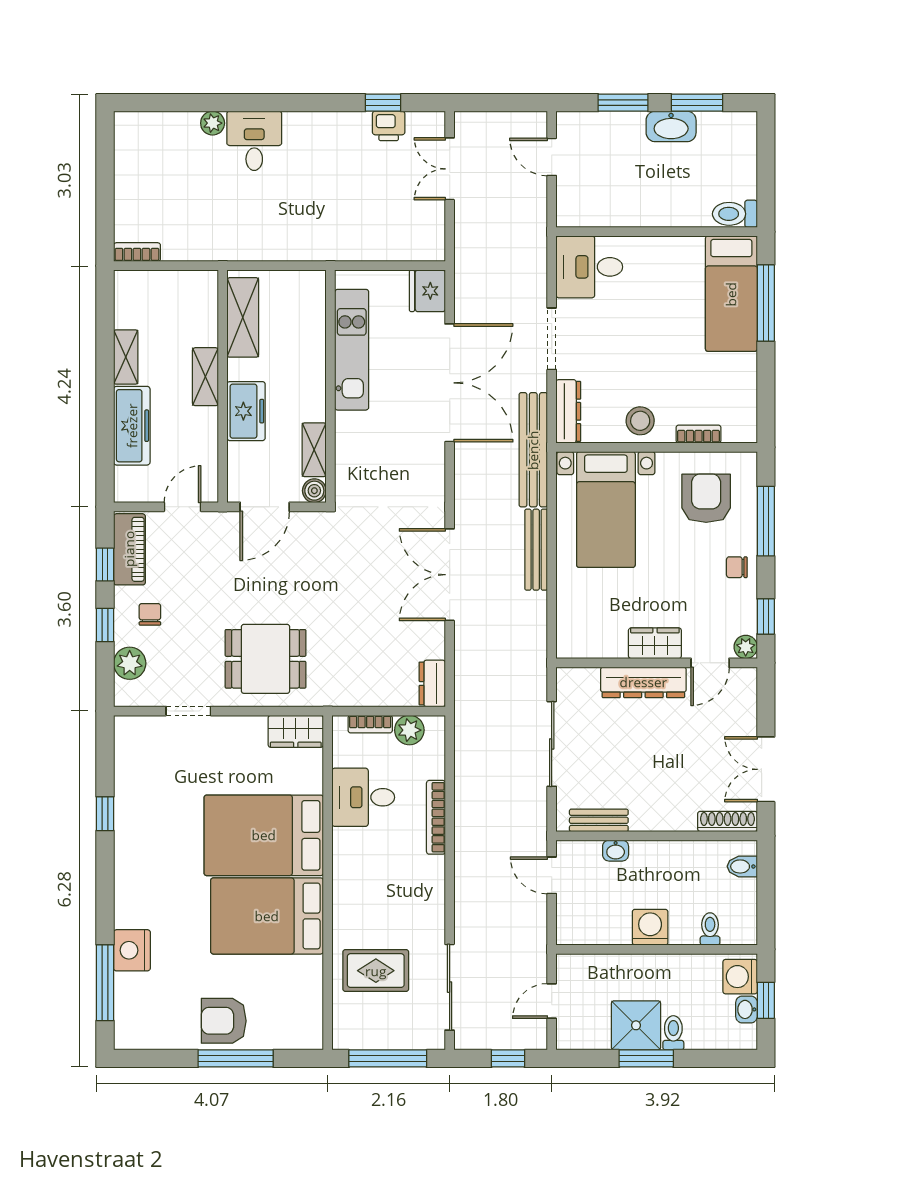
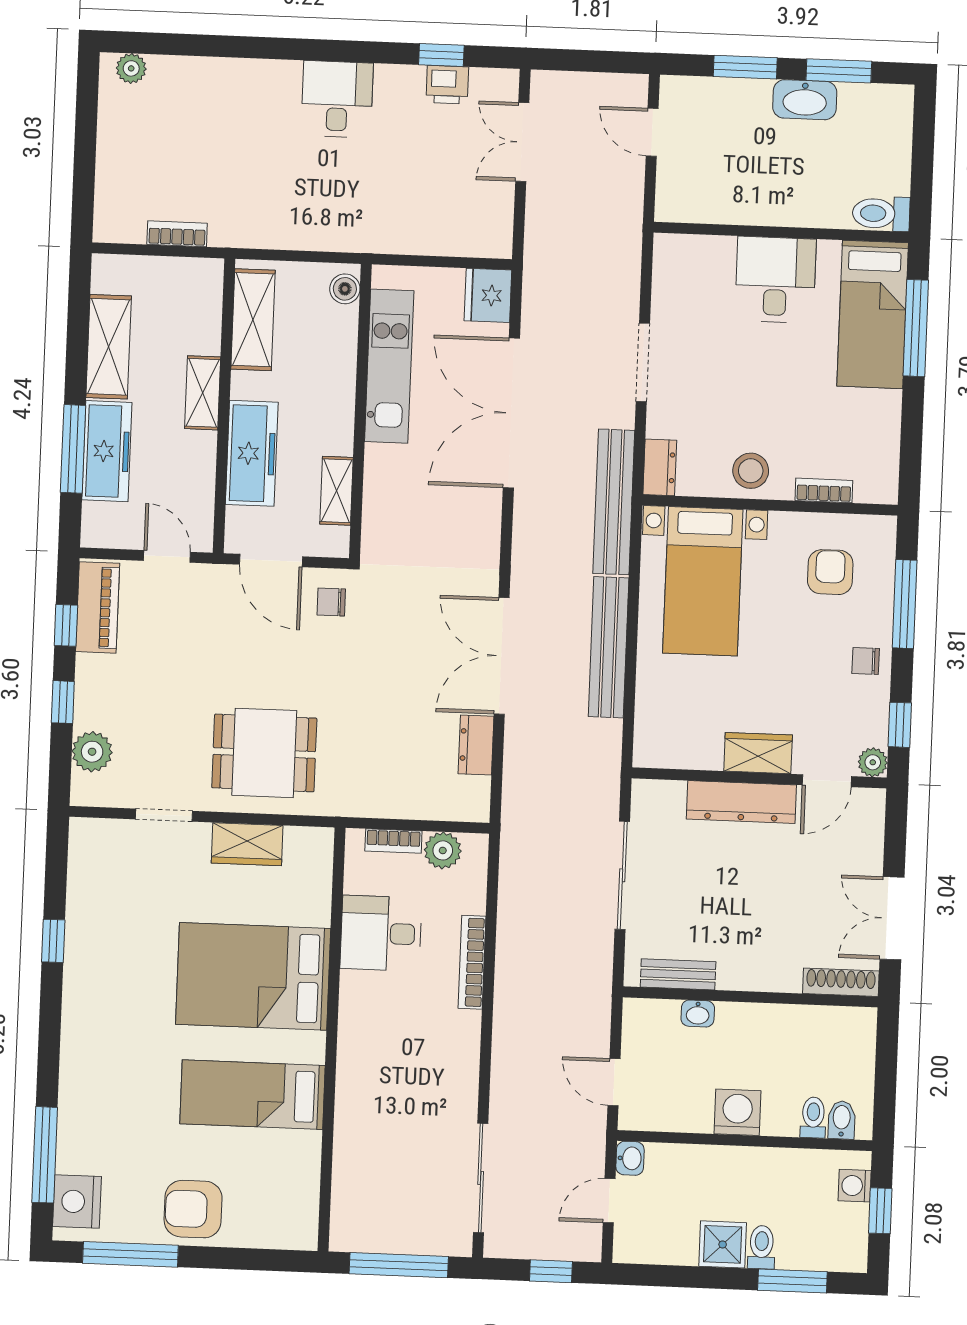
plant: (213, 123) -> (131, 68), moved
desk: (254, 141) -> (337, 99), moved
bookcase: (137, 252) -> (177, 234), moved
desk: (589, 267) -> (775, 280), moved, turned 90
shelving: (126, 357) -> (109, 347), width x1.50, depth x1.33
double door: (450, 383) -> (511, 413), swing flipped
freezer: (246, 411) -> (252, 453), width x1.40
dresser: (568, 411) -> (660, 467), width x0.70
window: (105, 425) -> (73, 449), added
boiler: (314, 491) -> (345, 289), moved
armchair: (706, 498) -> (830, 572), width x0.72, depth x0.72
door: (182, 507) -> (167, 556), hinge flipped
door: (265, 507) -> (271, 561), hinge flipped
bench: (536, 550) -> (609, 647), width x1.37, depth x1.21
chair: (150, 614) -> (331, 602), moved, turned -90
dresser: (432, 683) -> (476, 745), moved
wardrobe: (296, 731) -> (247, 844), moved
bidet: (742, 866) -> (842, 1120), moved, turned 90
door: (552, 875) -> (614, 1082), moved
bed: (267, 916) -> (252, 1095), width x0.67
nightstand: (132, 950) -> (77, 1202), moved
rug: (376, 971) -> (388, 1153), removed
washing machine: (740, 977) -> (855, 1186), width x0.73, depth x0.73
washbasin: (747, 1009) -> (630, 1158), moved, turned 180
shower: (636, 1025) -> (723, 1244), width x0.73, depth x0.73
window: (236, 1058) -> (130, 1254), moved
window: (646, 1058) -> (792, 1281), moved

